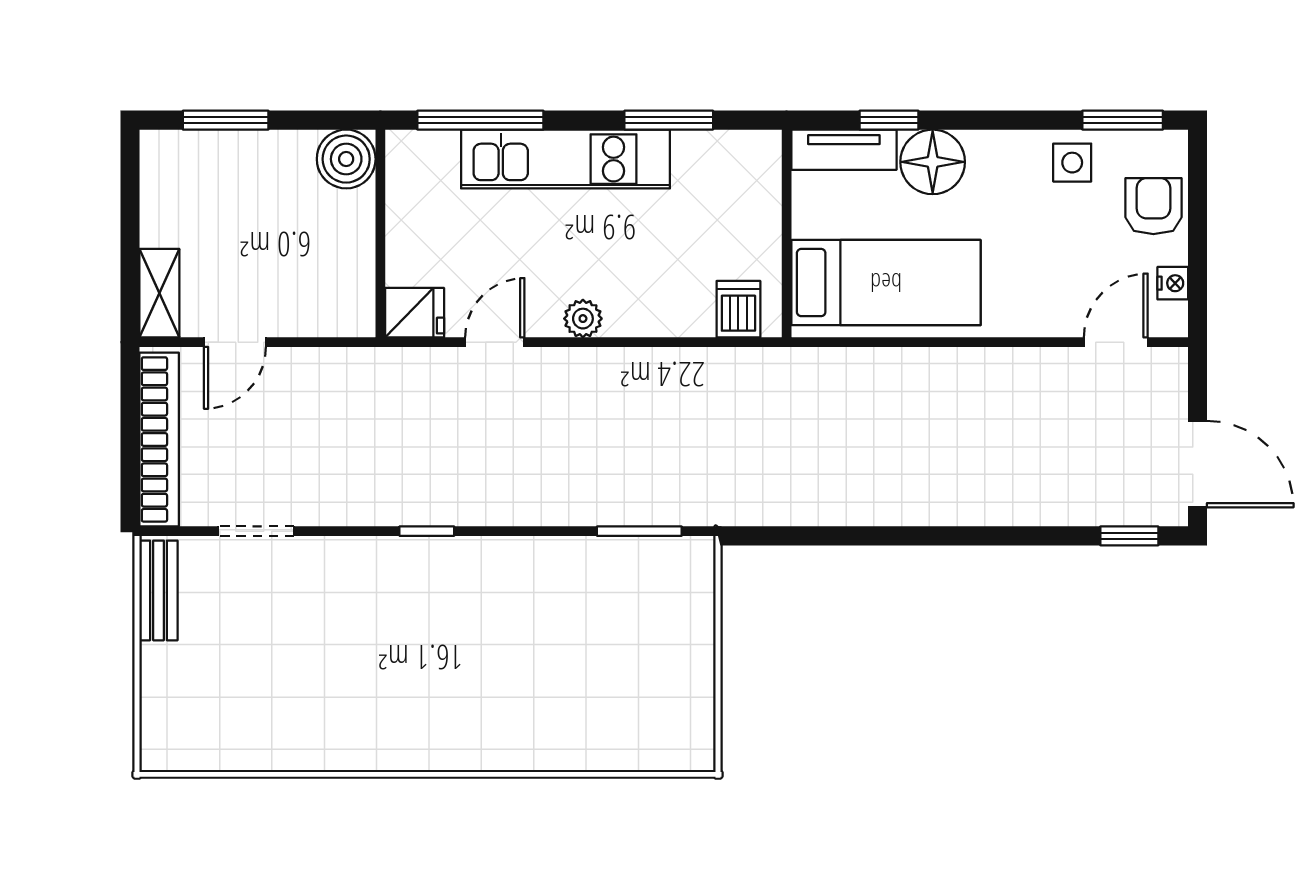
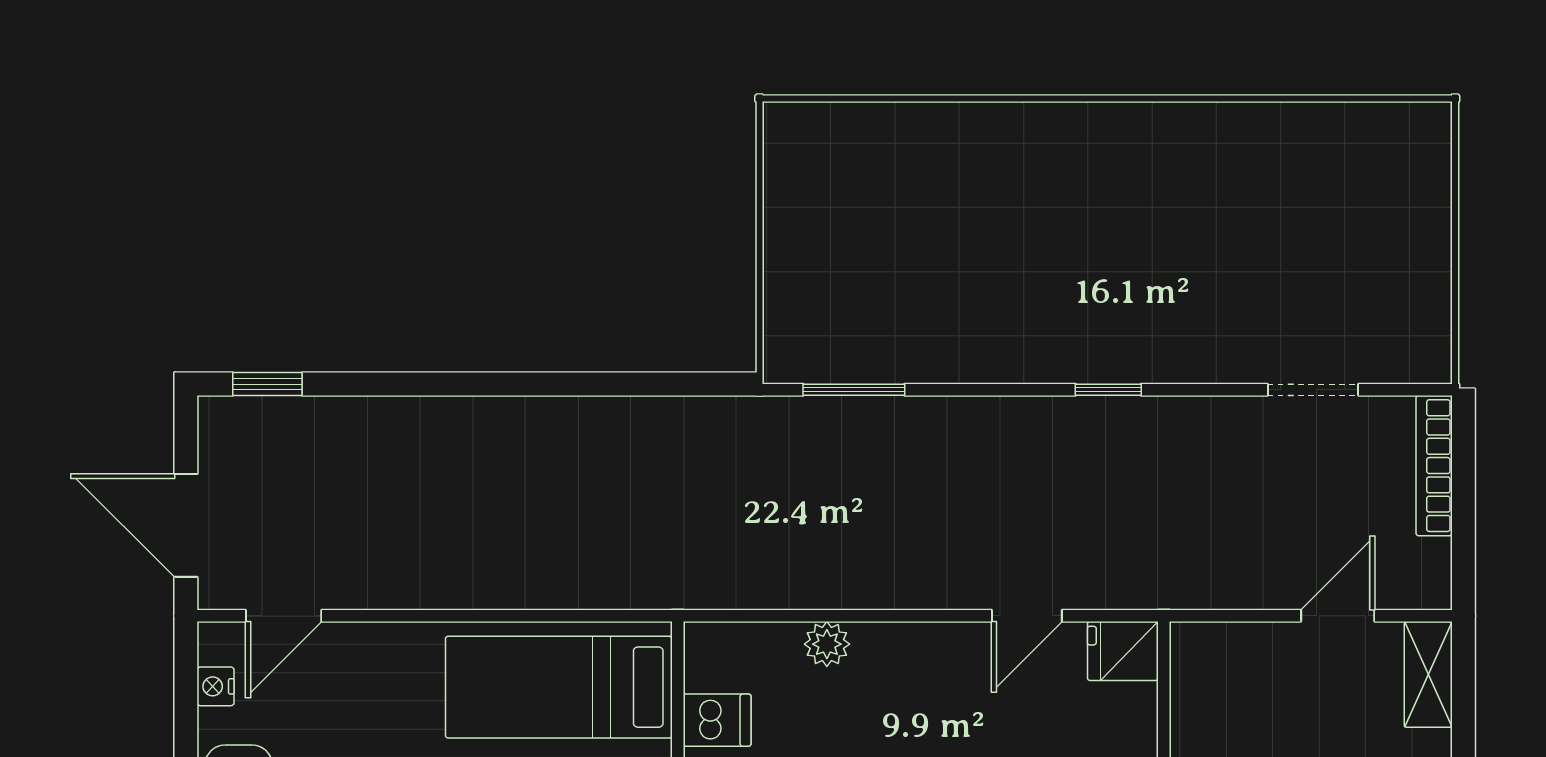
dishwasher: (738, 309) -> (717, 720), moved, turned -90
plant: (583, 319) -> (827, 644), moved
bookcase: (159, 439) -> (1434, 466), width x0.68, depth x0.76
door: (1197, 464) -> (186, 525), moved
bench: (158, 590) -> (1429, 319), removed

